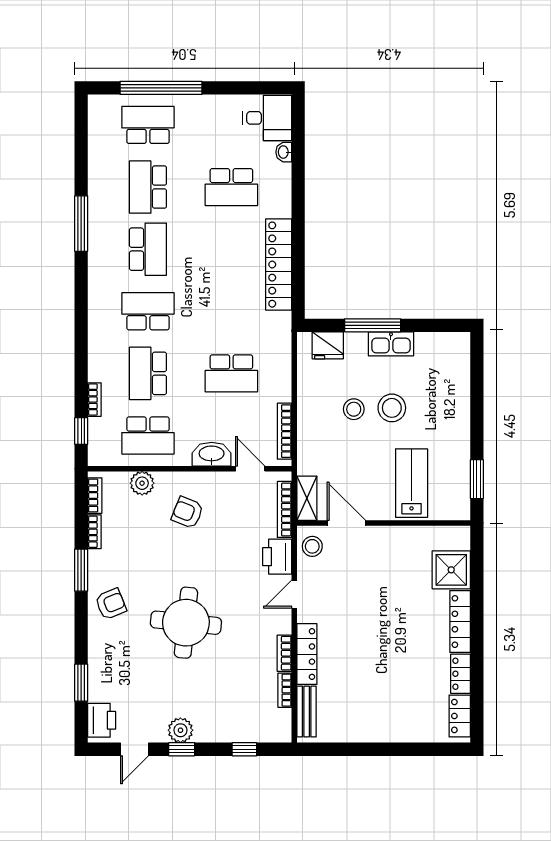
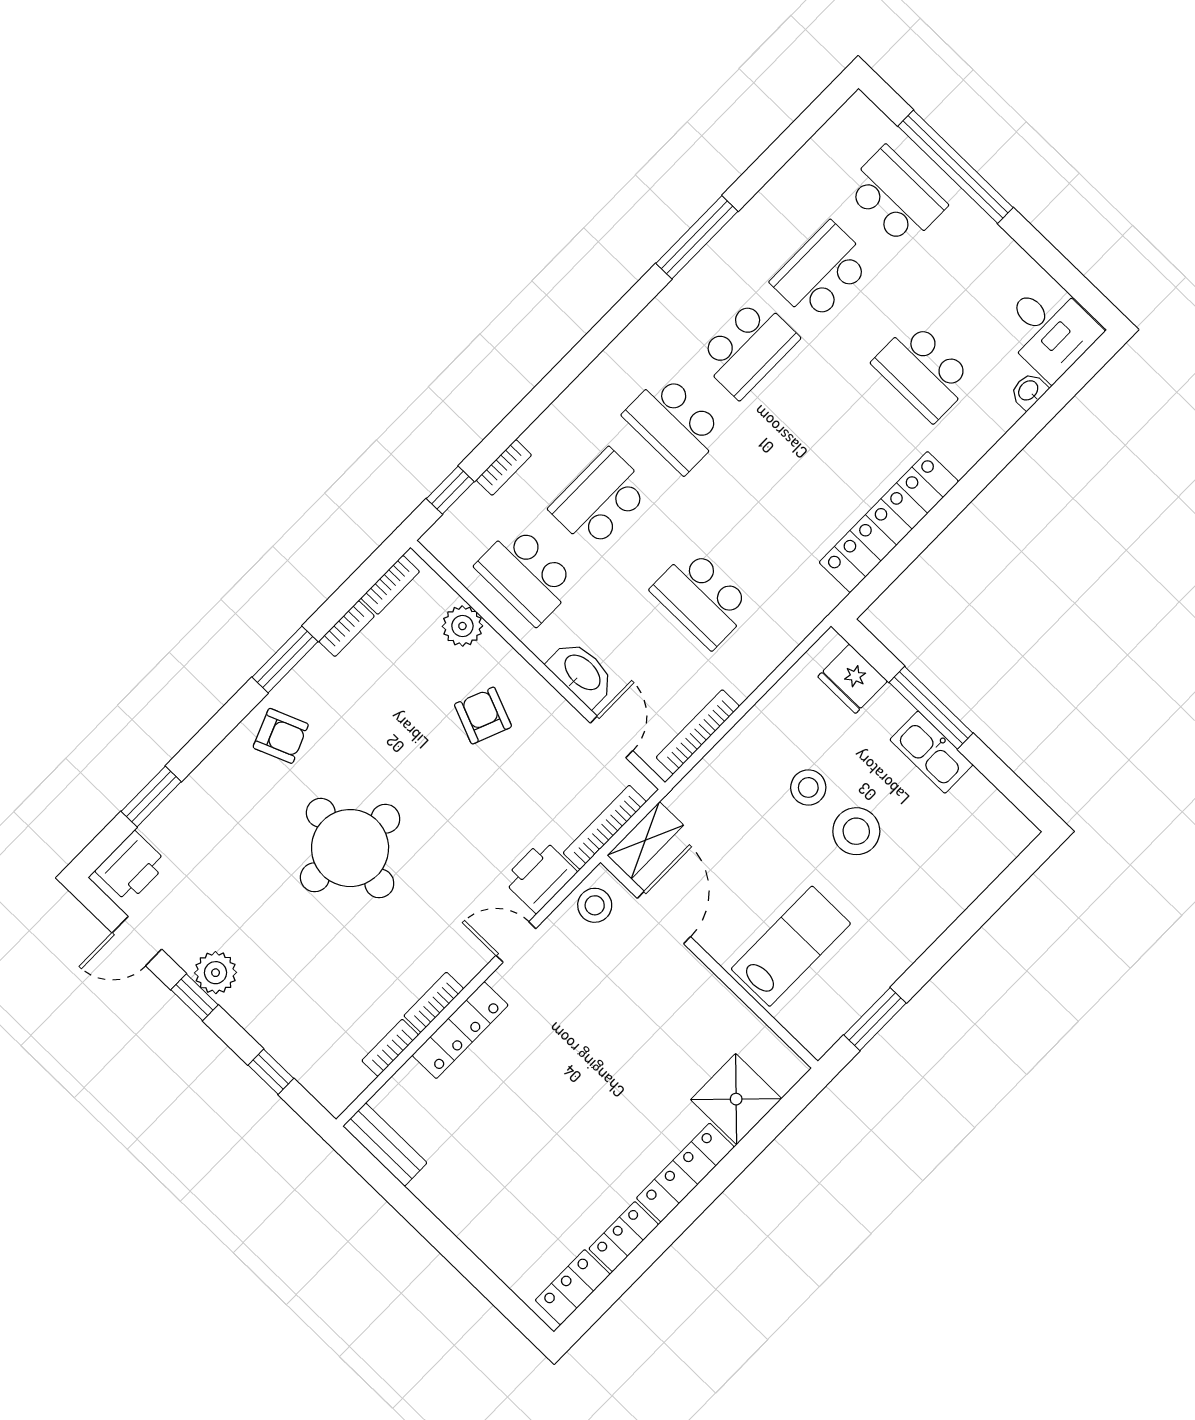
school desk: (148, 311) -> (674, 424), turned 180
bench: (307, 712) -> (385, 1145), moved, turned 90

